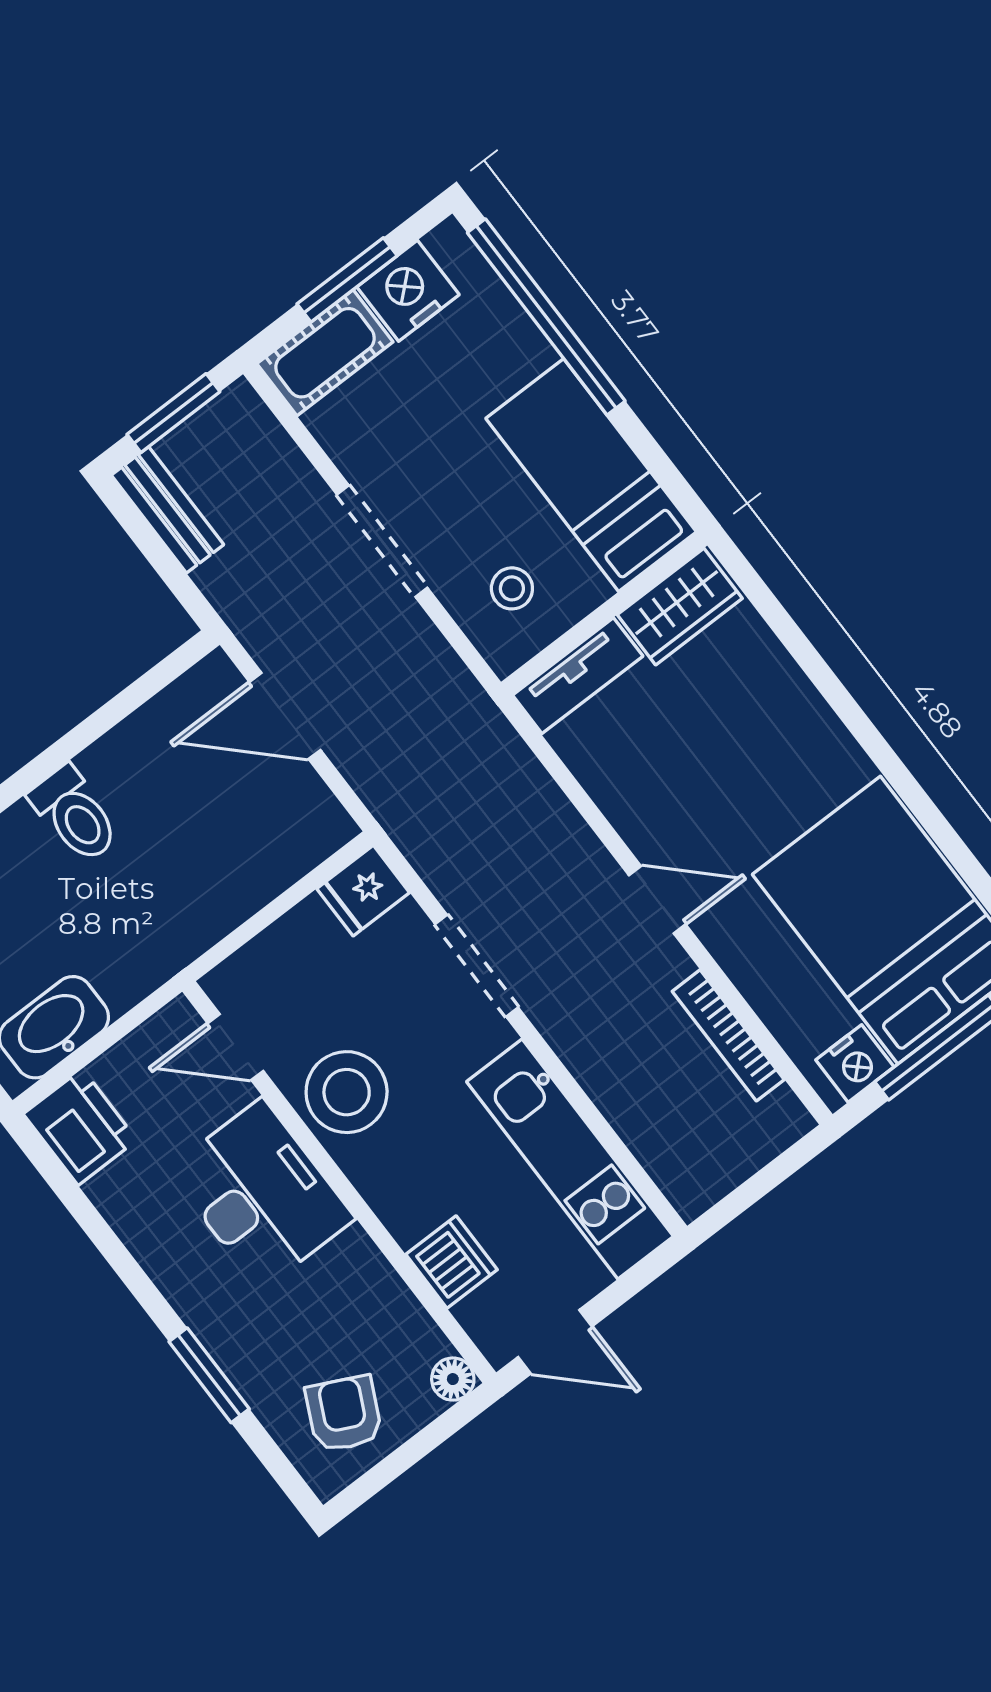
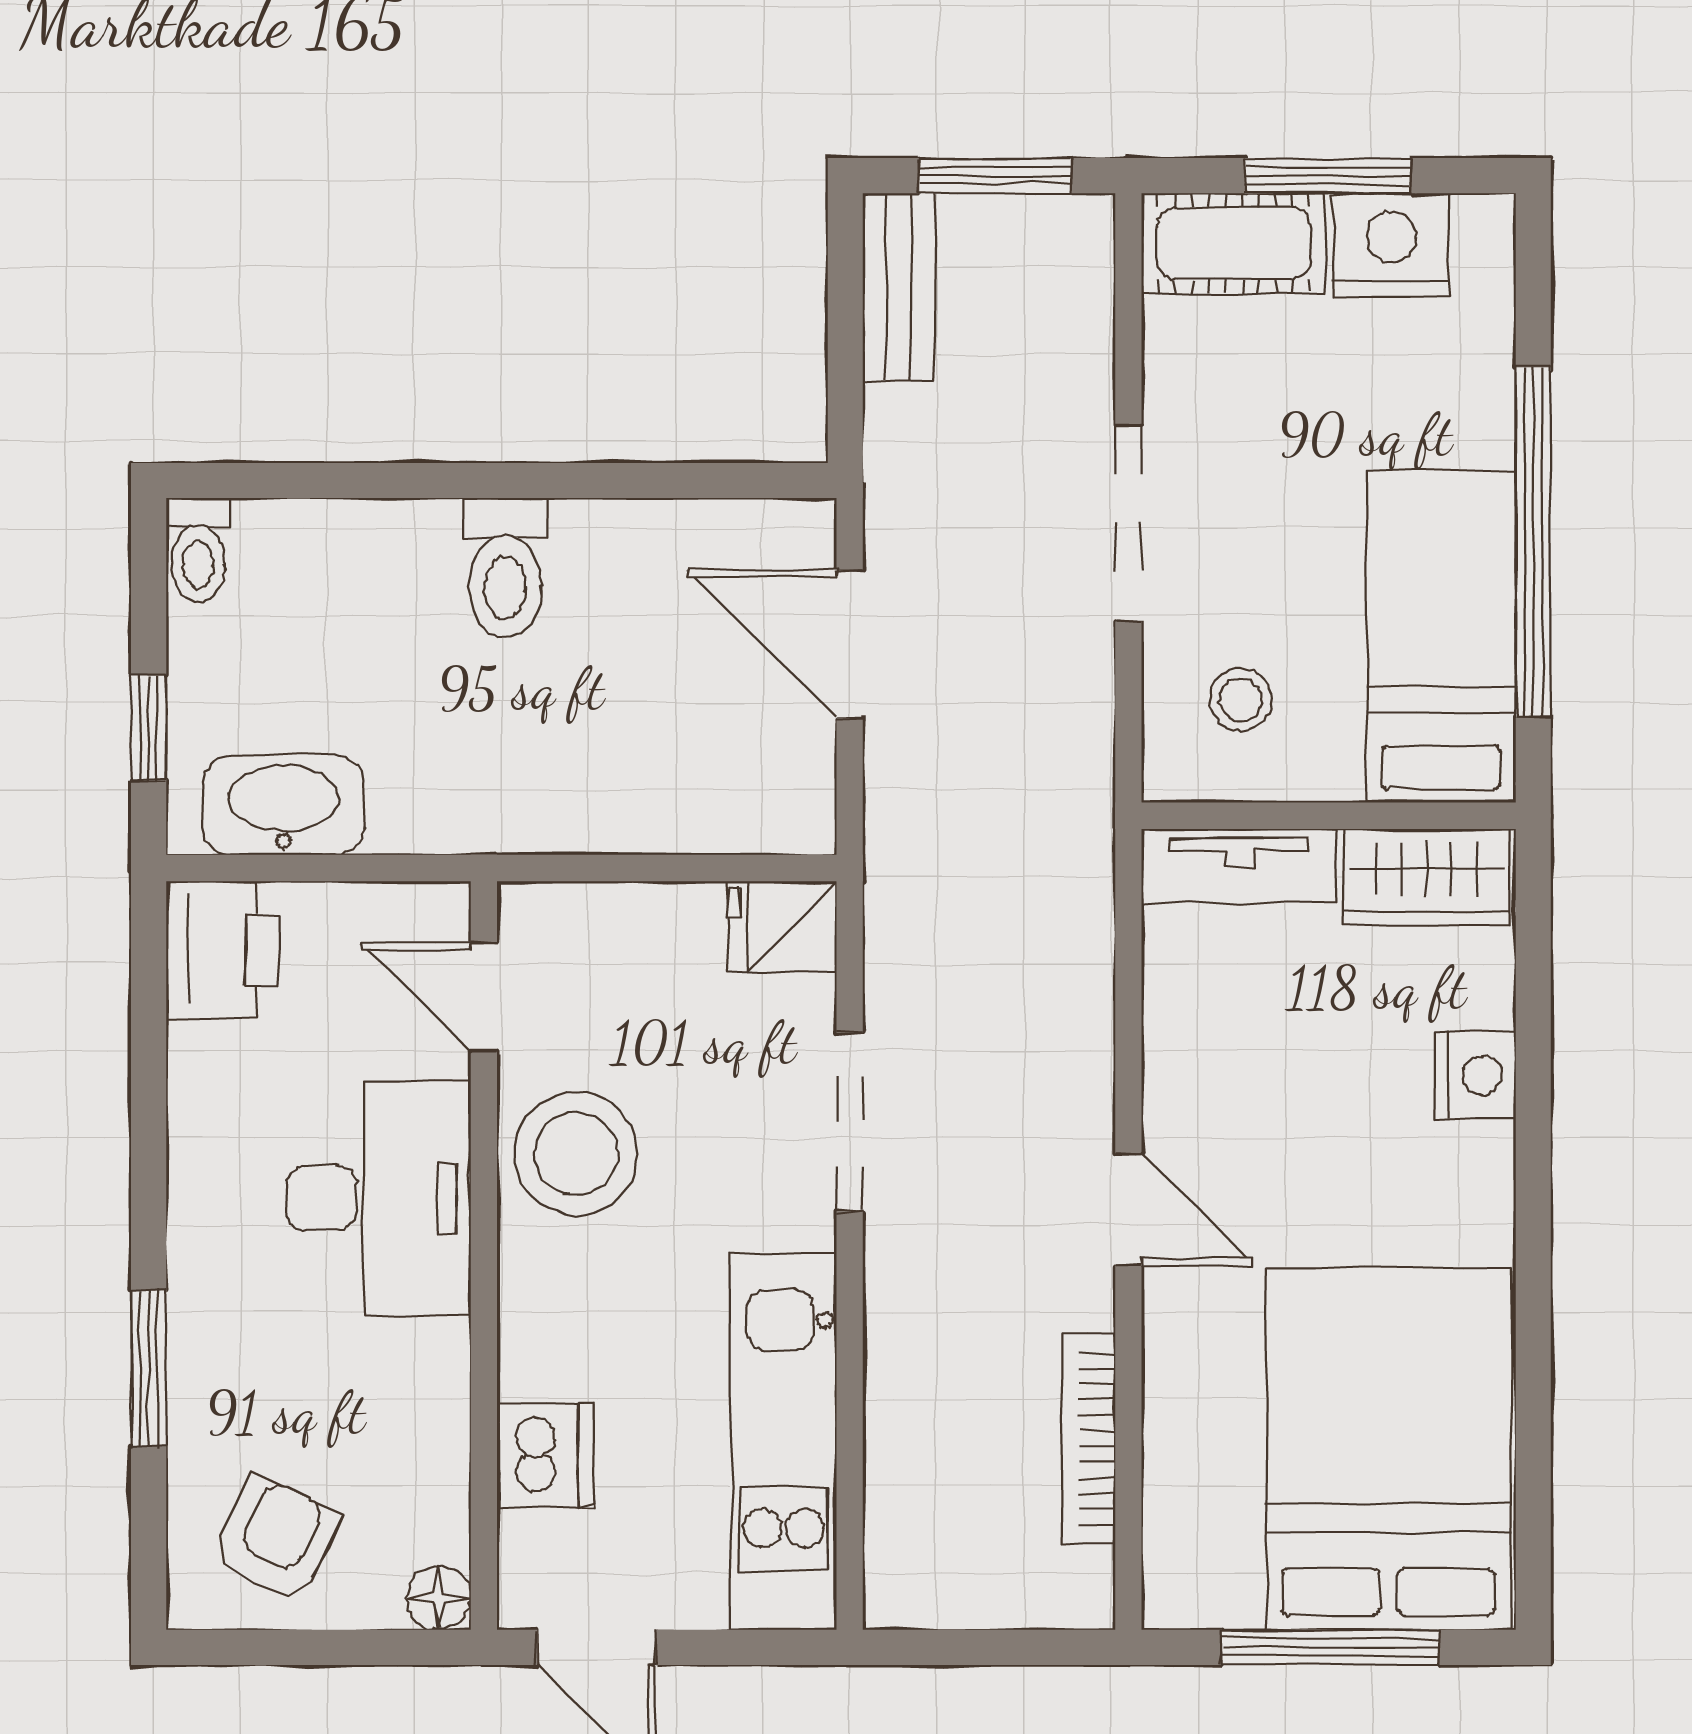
window: (546, 317) -> (1533, 542), moved
nightstand: (855, 1063) -> (1475, 1075), moved, turned -90

